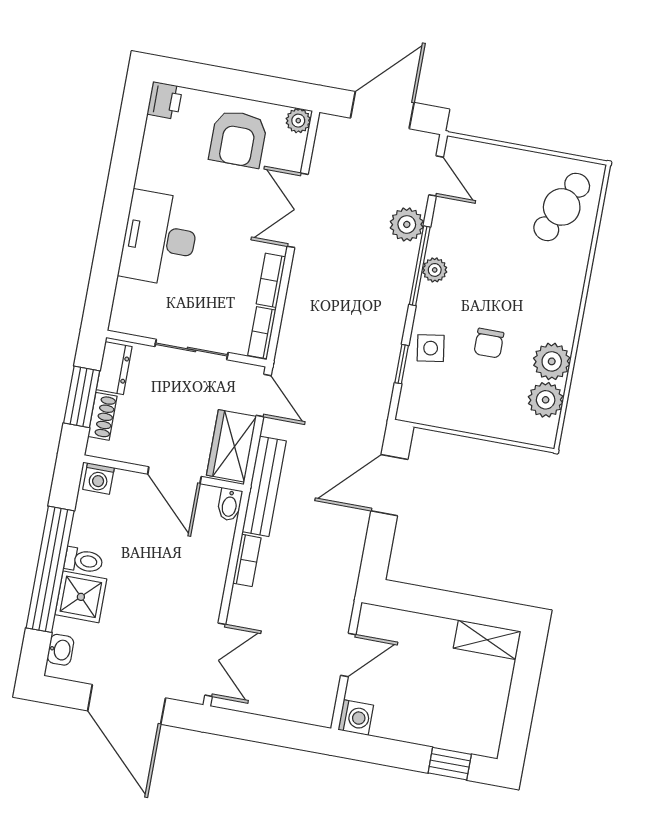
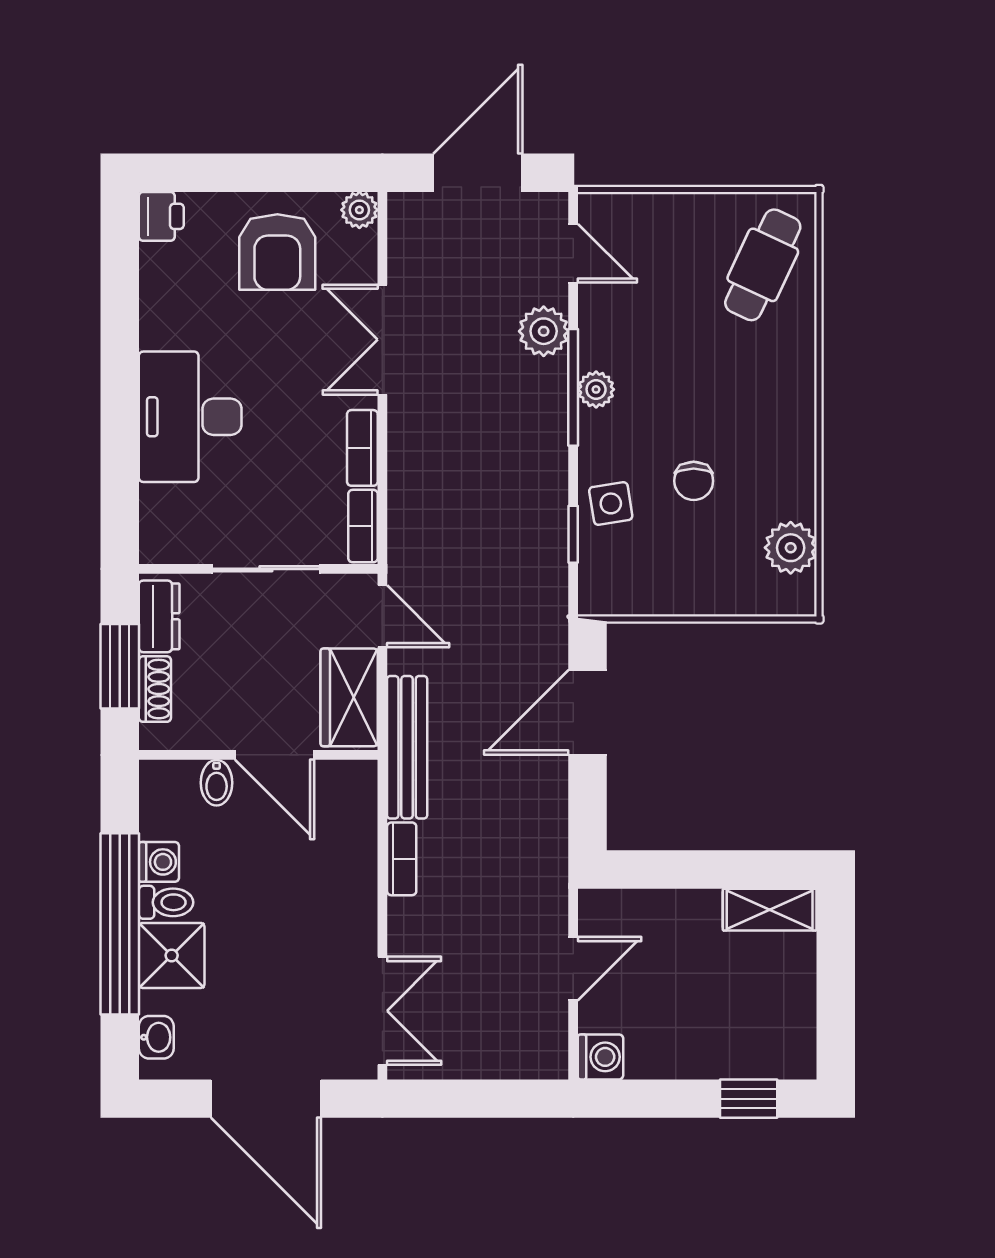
plant: (552, 361) -> (789, 491), removed
washing machine: (99, 478) -> (159, 862), moved, turned -90
bidet: (230, 505) -> (217, 783), moved

